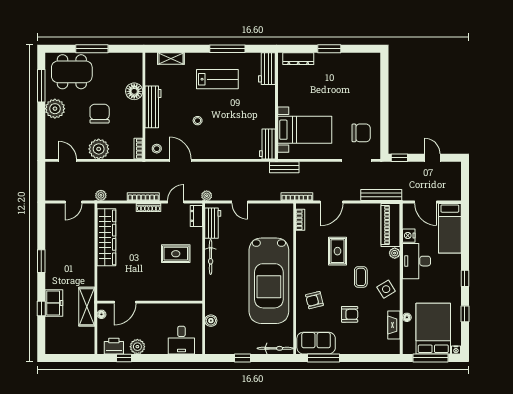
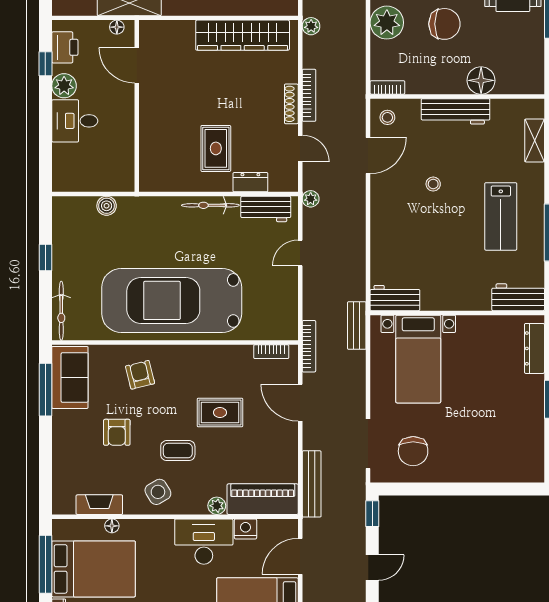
dresser: (196, 216) -> (250, 182), moved
desk: (181, 340) -> (75, 121), moved

